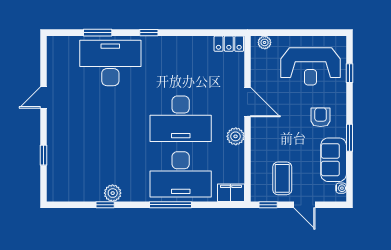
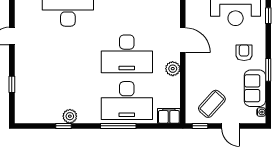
coffee table: (282, 178) -> (212, 104), turned 42

